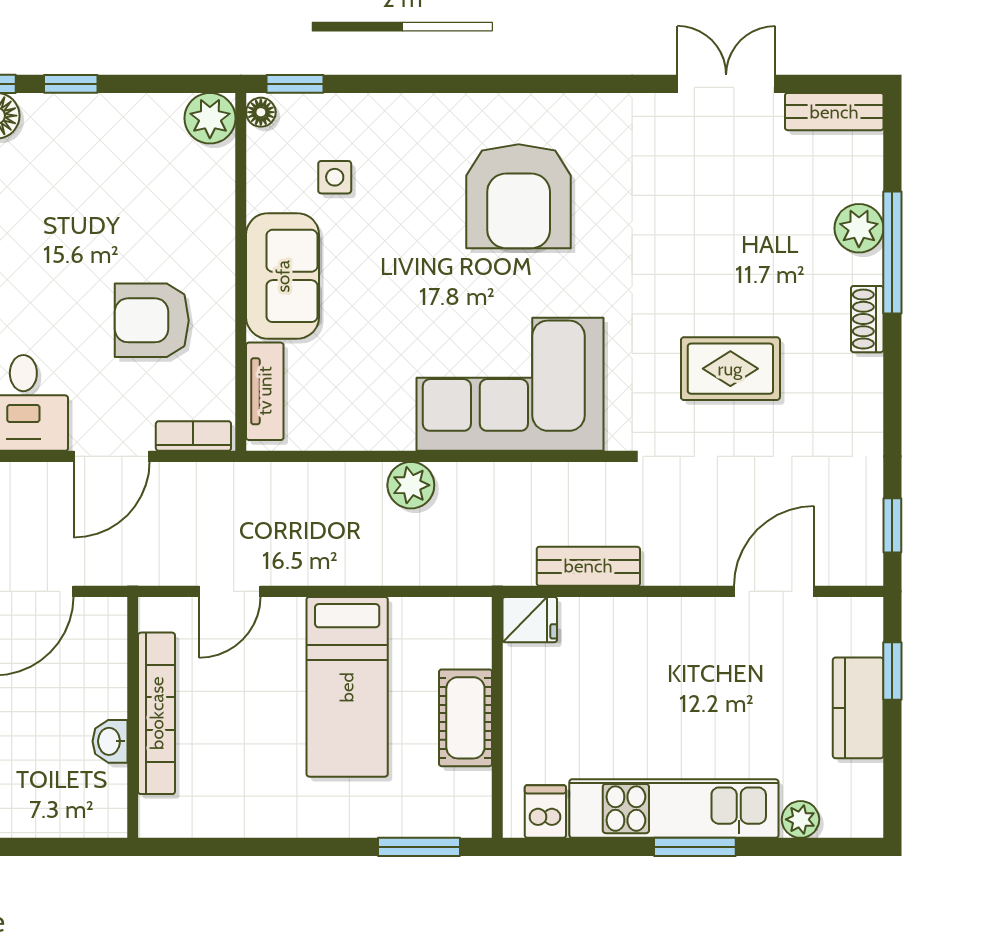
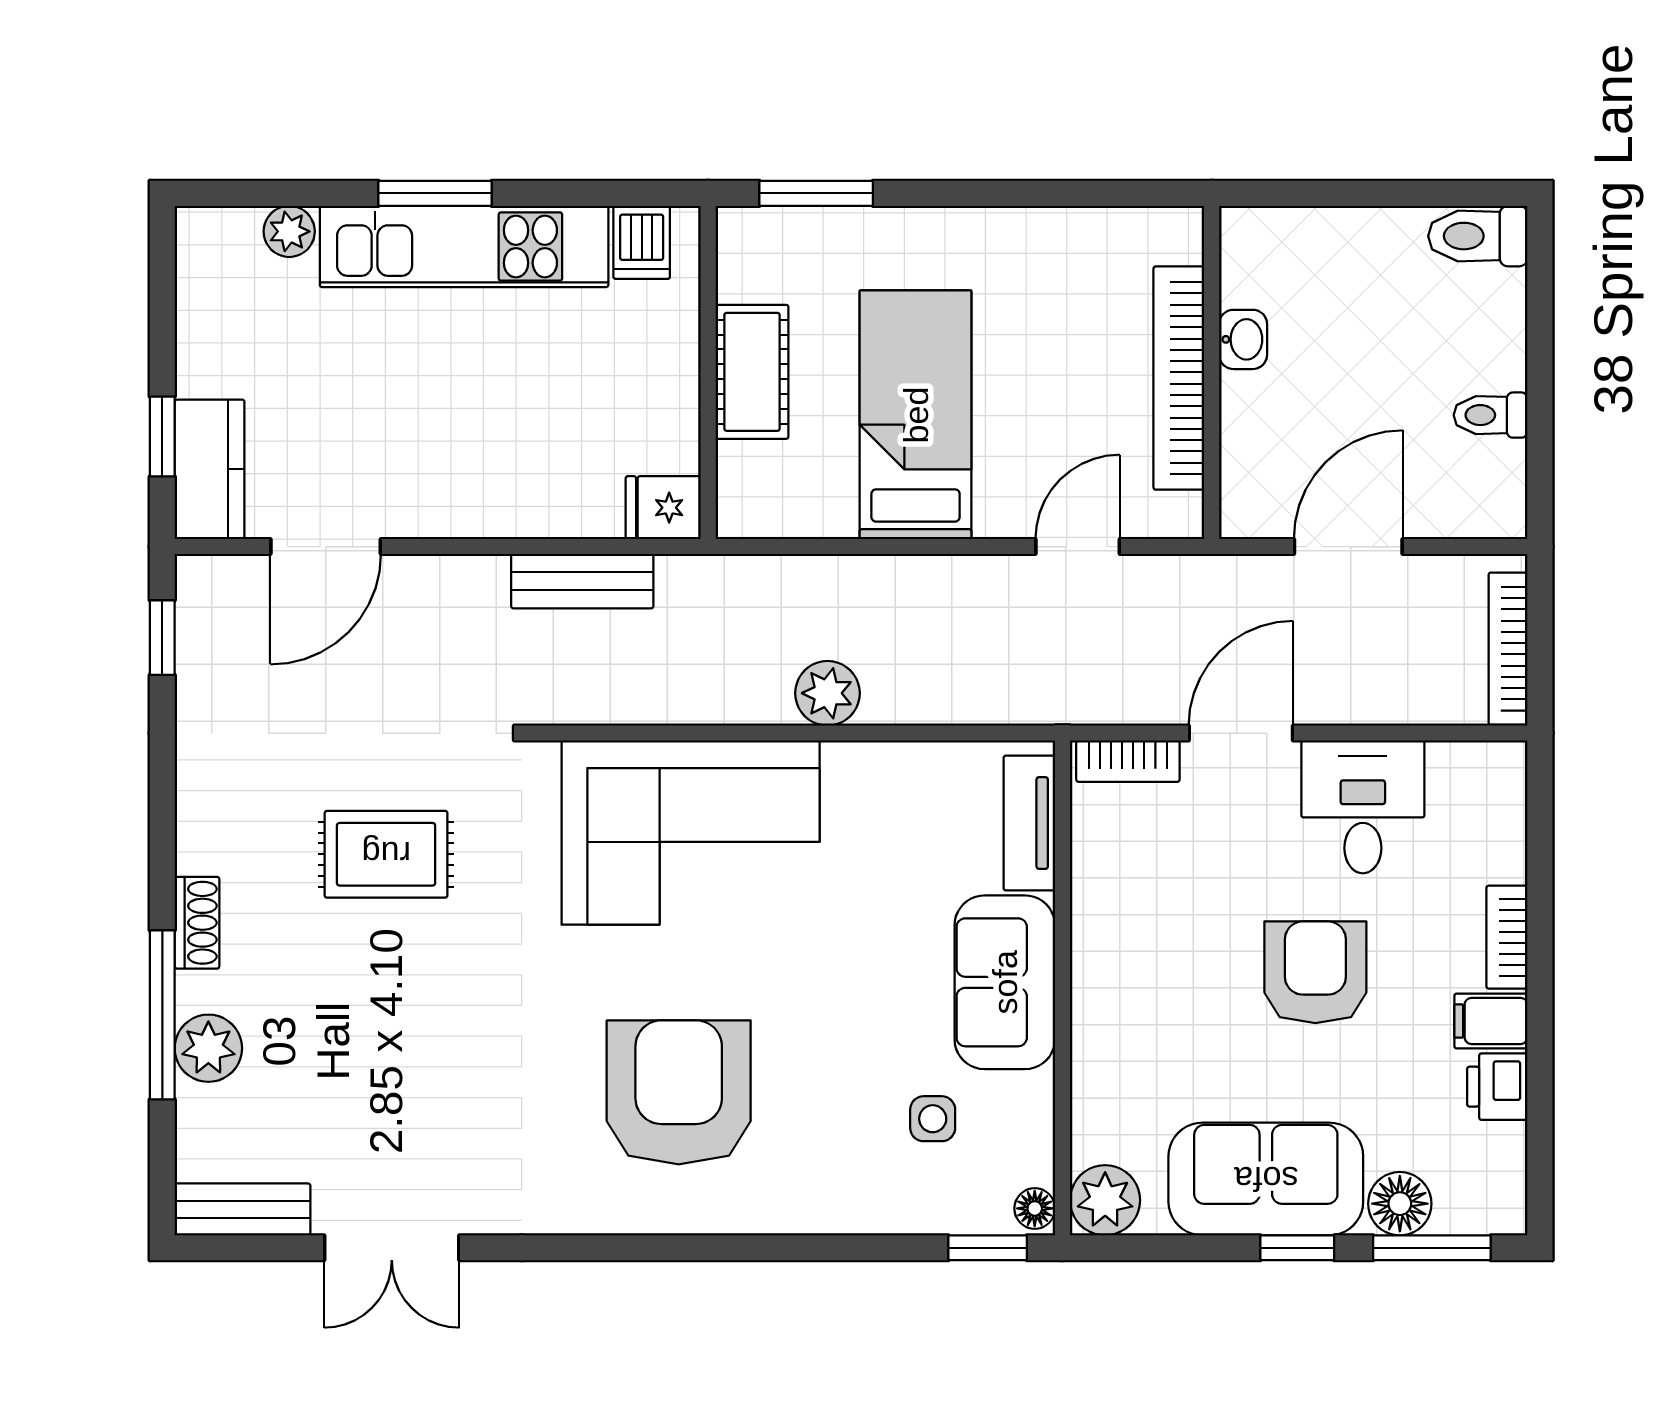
sofa: (94, 134) -> (1266, 1179), added
armchair: (152, 320) -> (1315, 972), moved, turned -90
kitchen counter: (858, 708) -> (210, 469), moved

